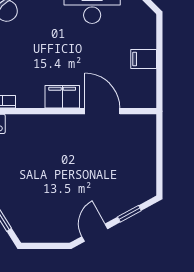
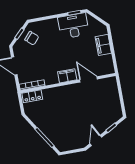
filing cabinet: (144, 59) -> (103, 45), width x2.00

